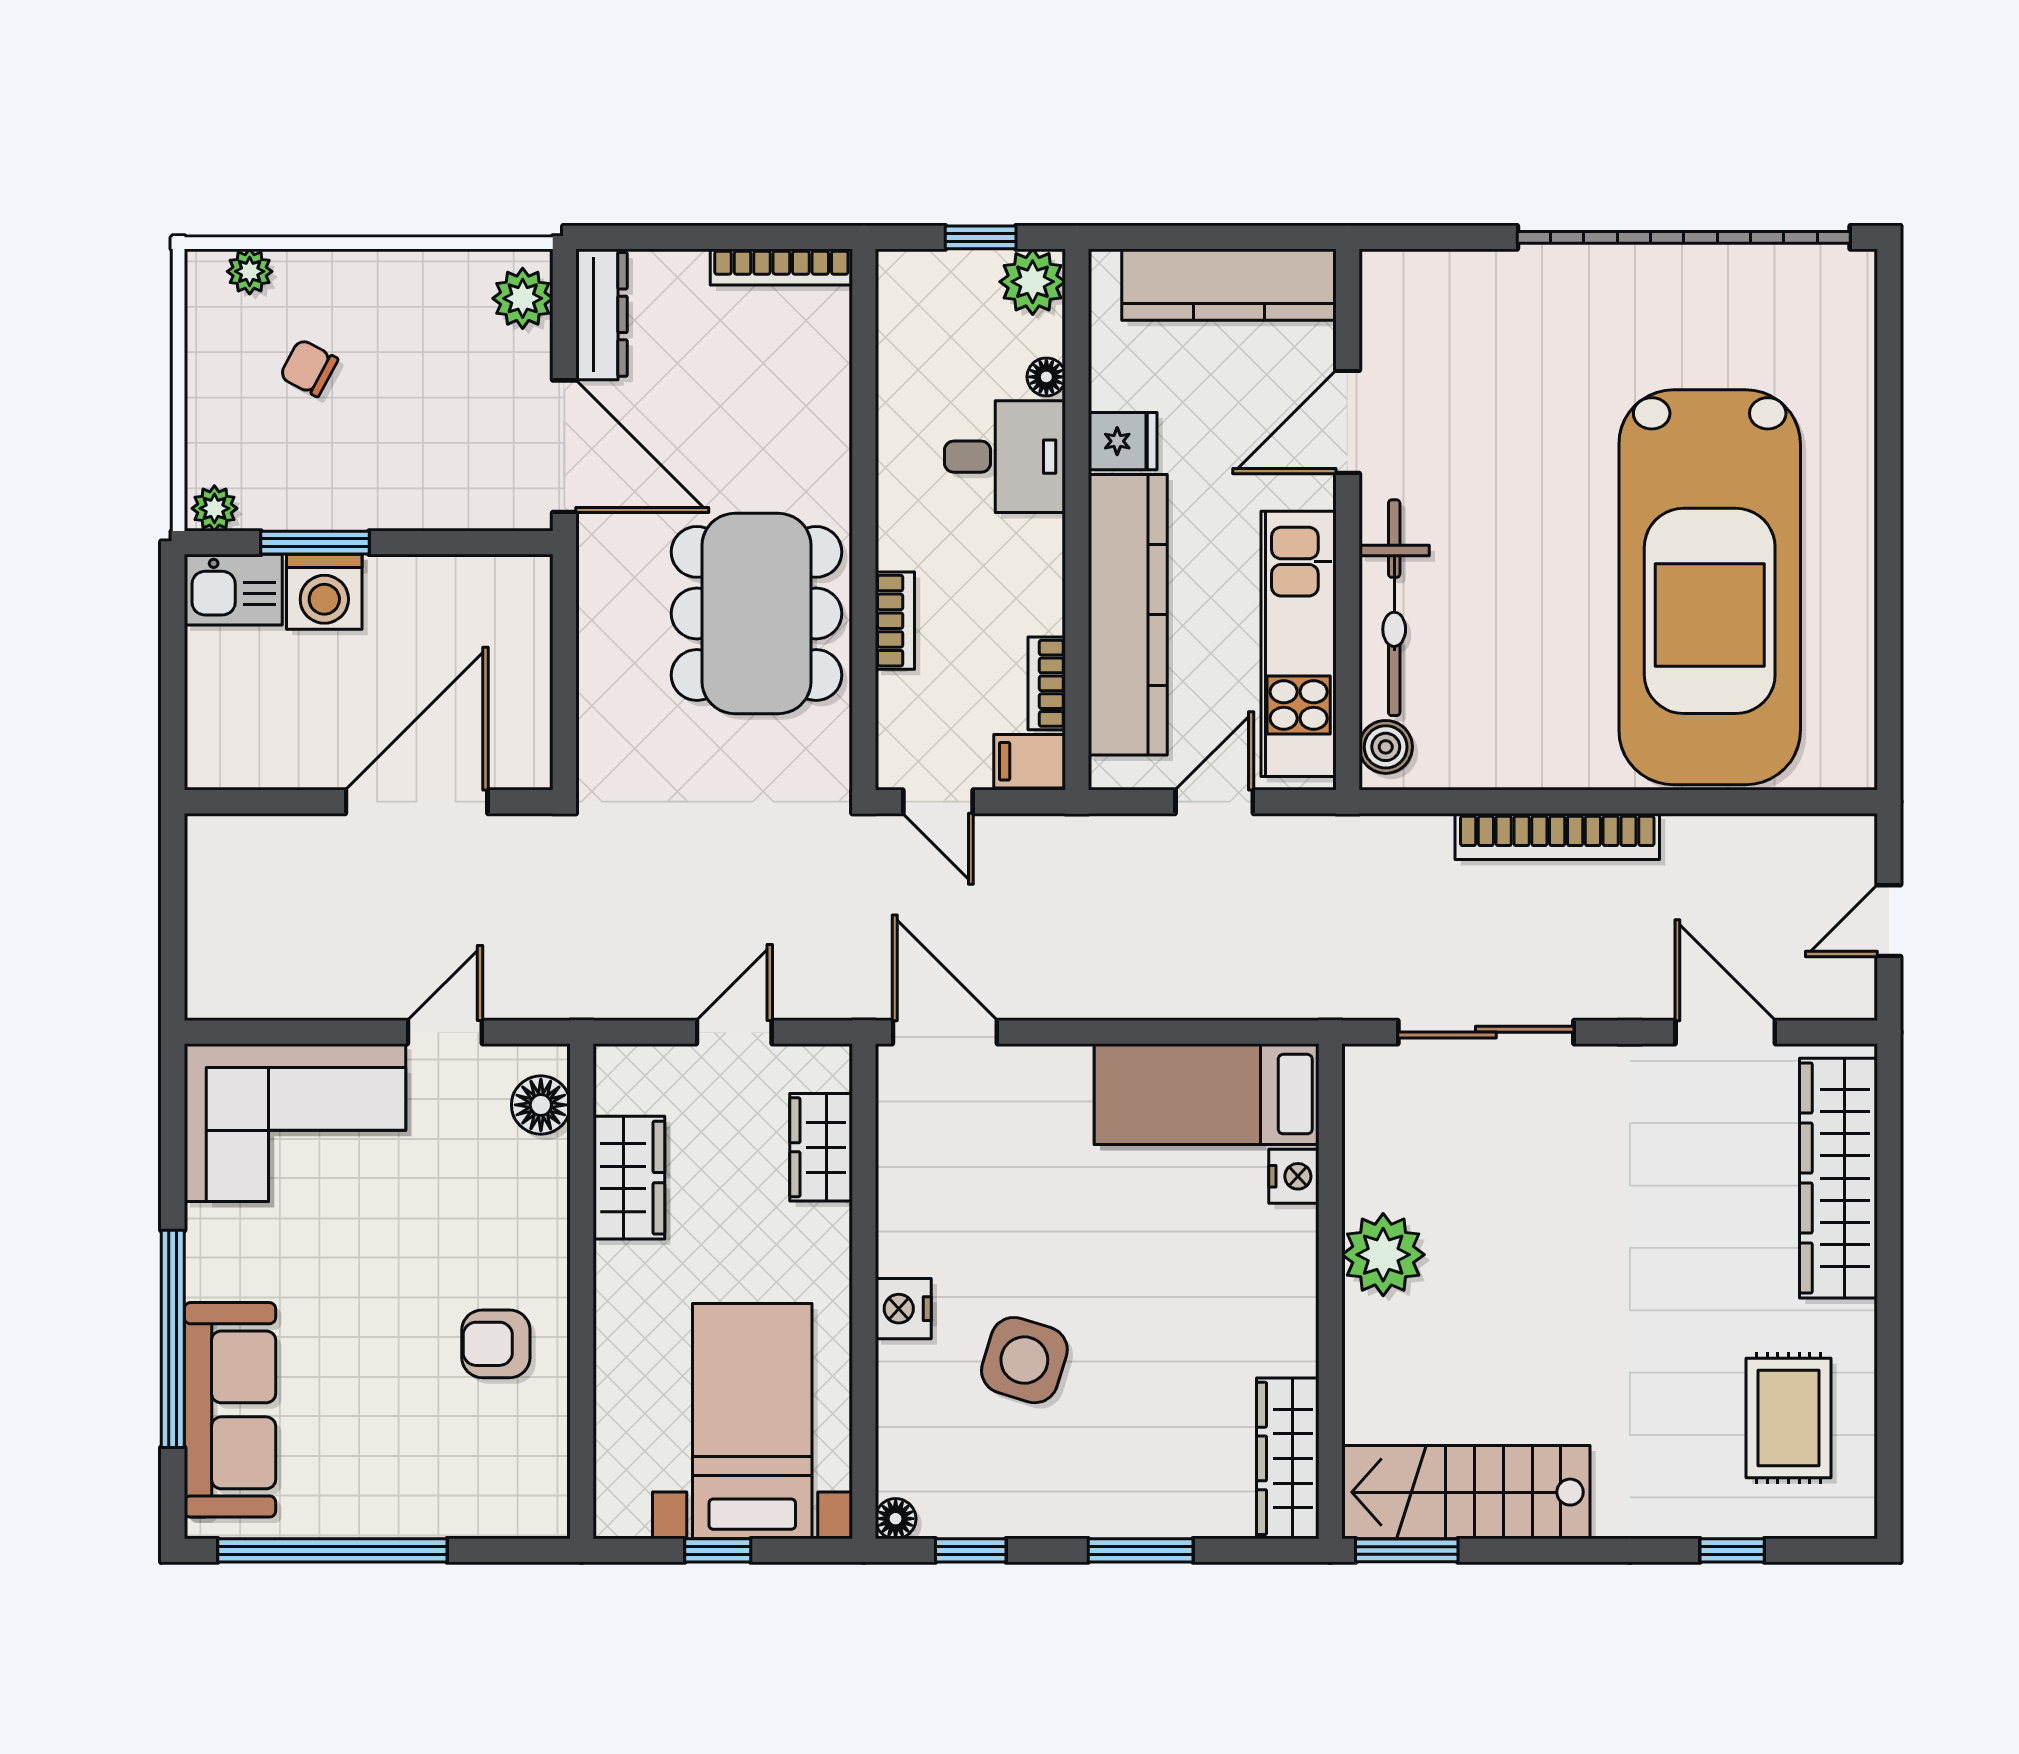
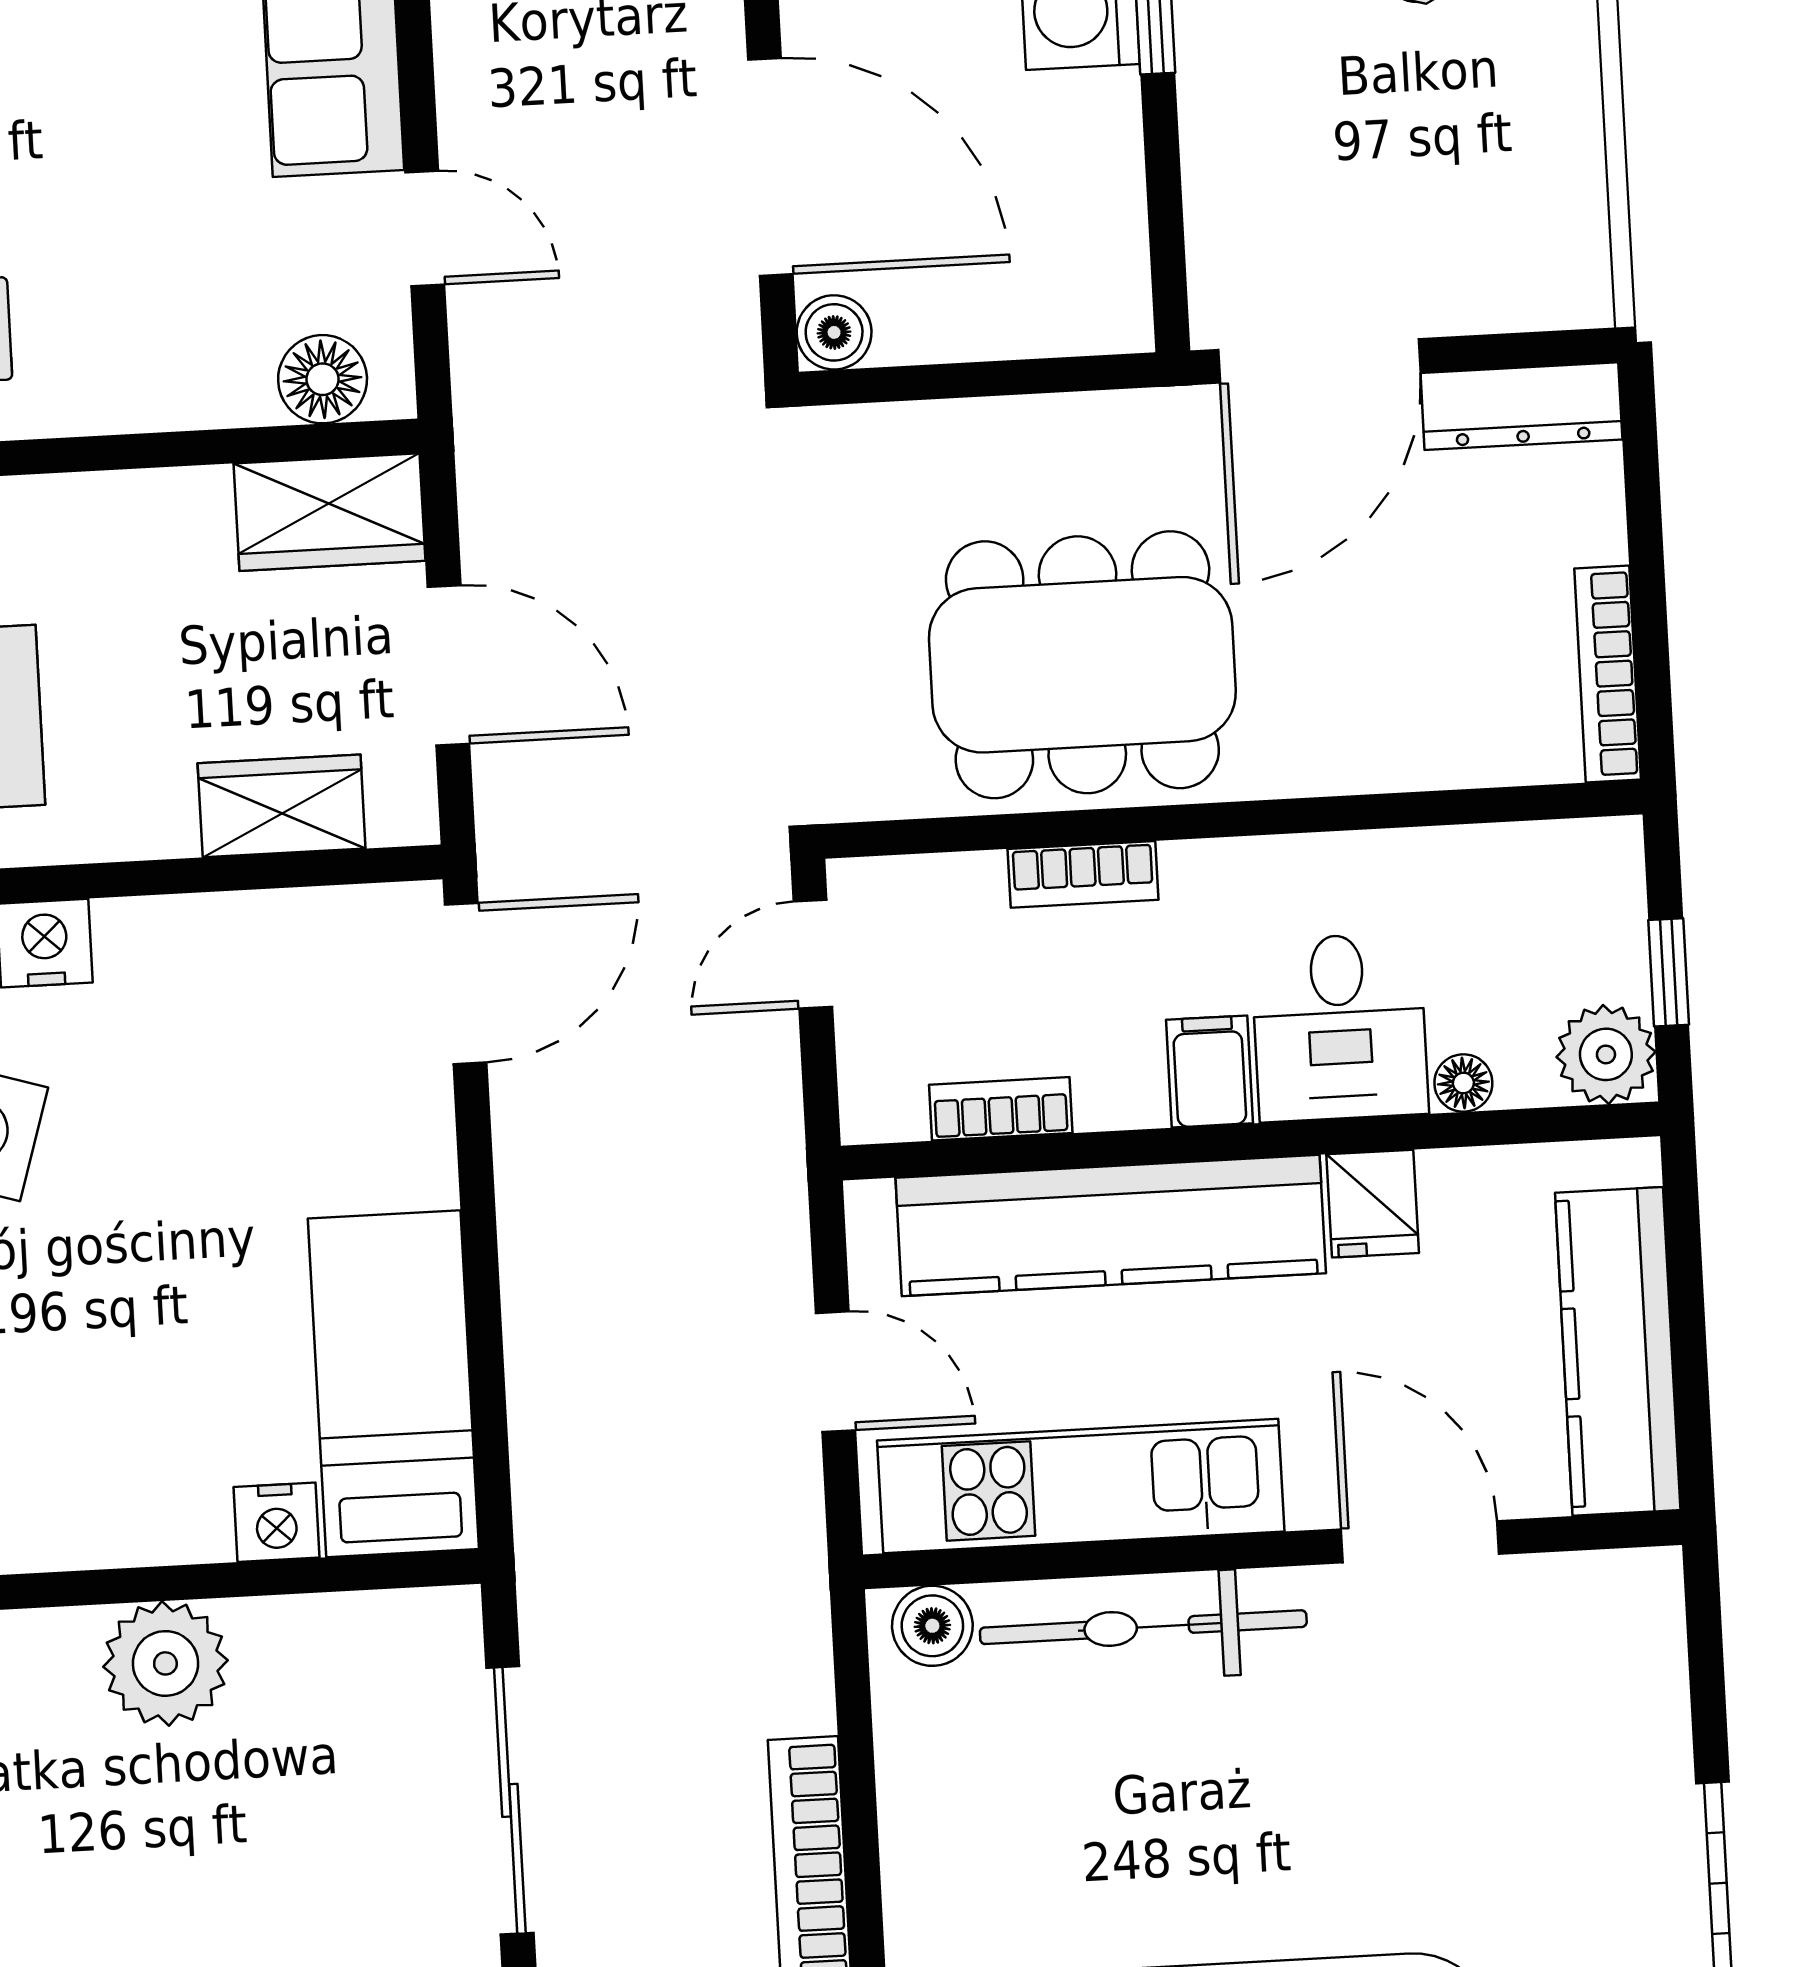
plant: (523, 298) -> (1539, 286), removed
filing cabinet: (1030, 761) -> (1209, 1072), moved
boiler: (528, 766) -> (834, 332), added
door: (734, 1032) -> (448, 665), width x1.38
wardrobe: (629, 1178) -> (330, 512), moved

